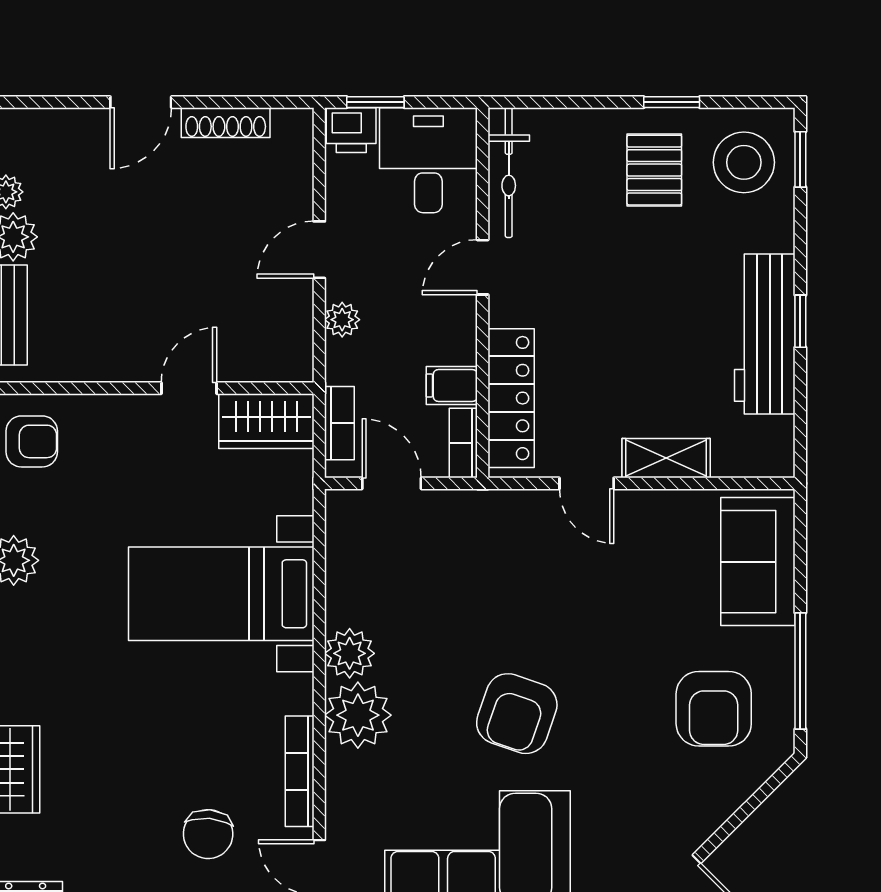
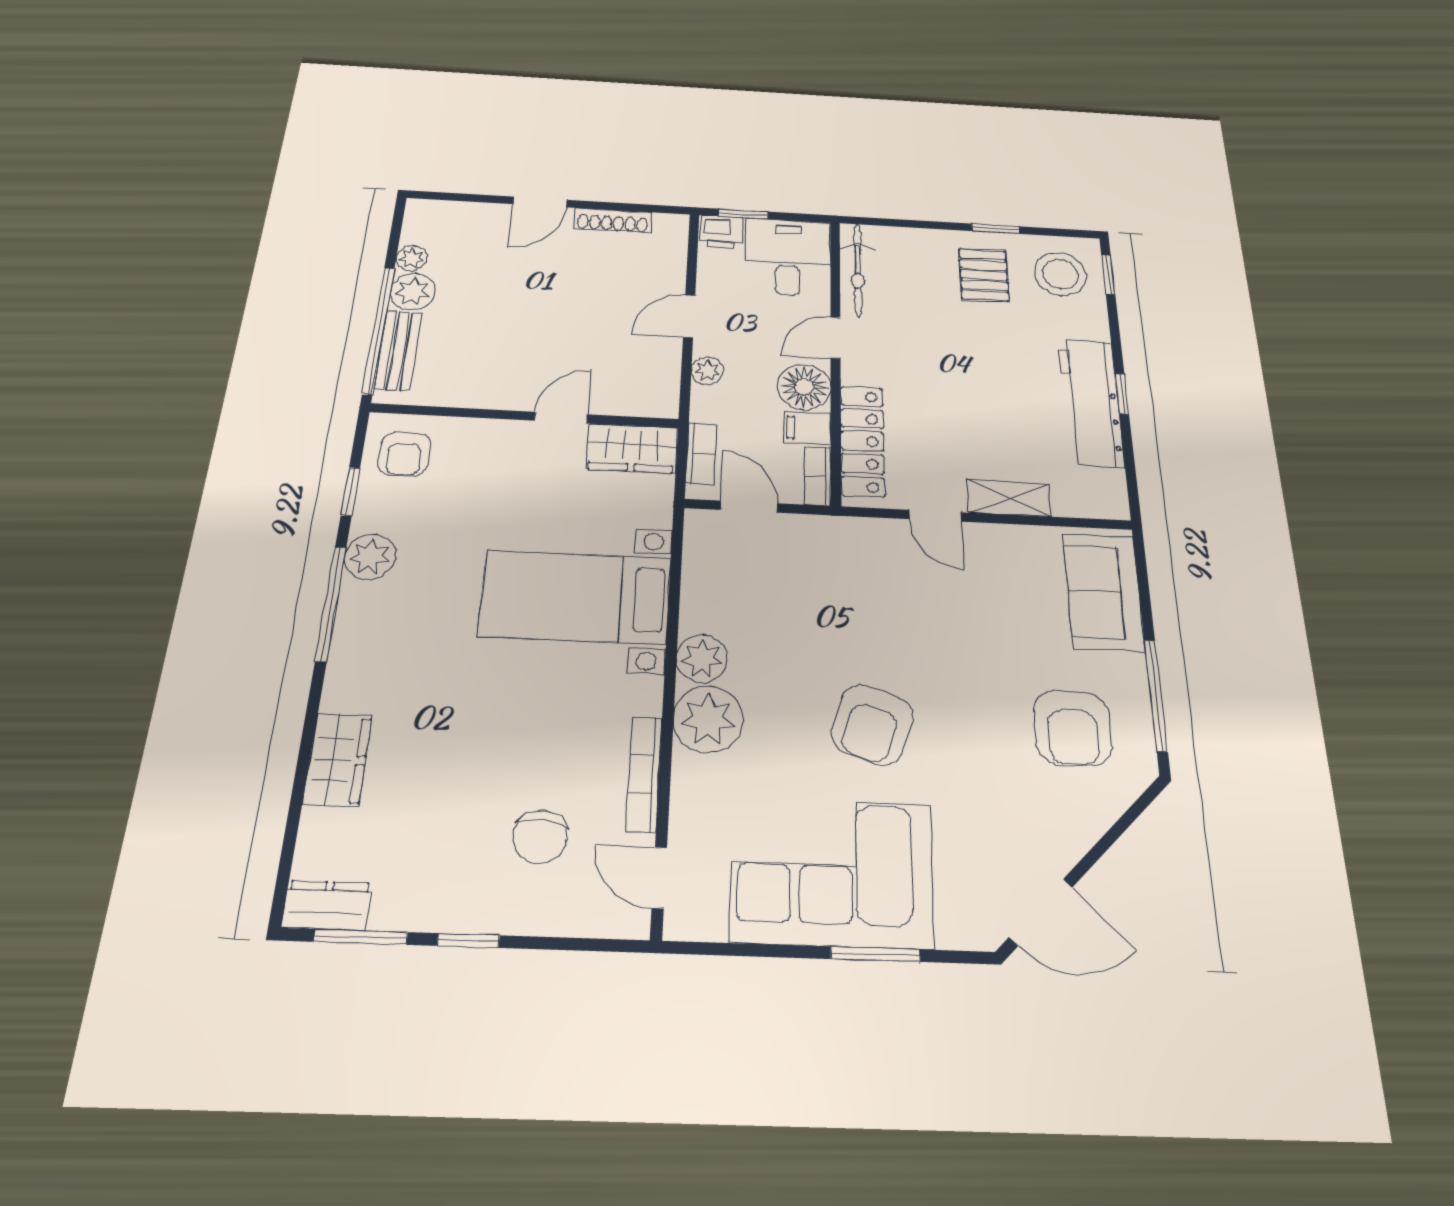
floor lamp: (448, 334) -> (804, 387), added
armchair: (32, 441) -> (405, 454), turned 90

